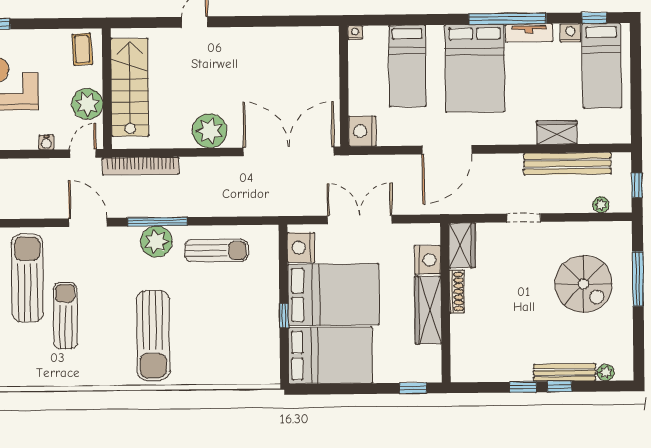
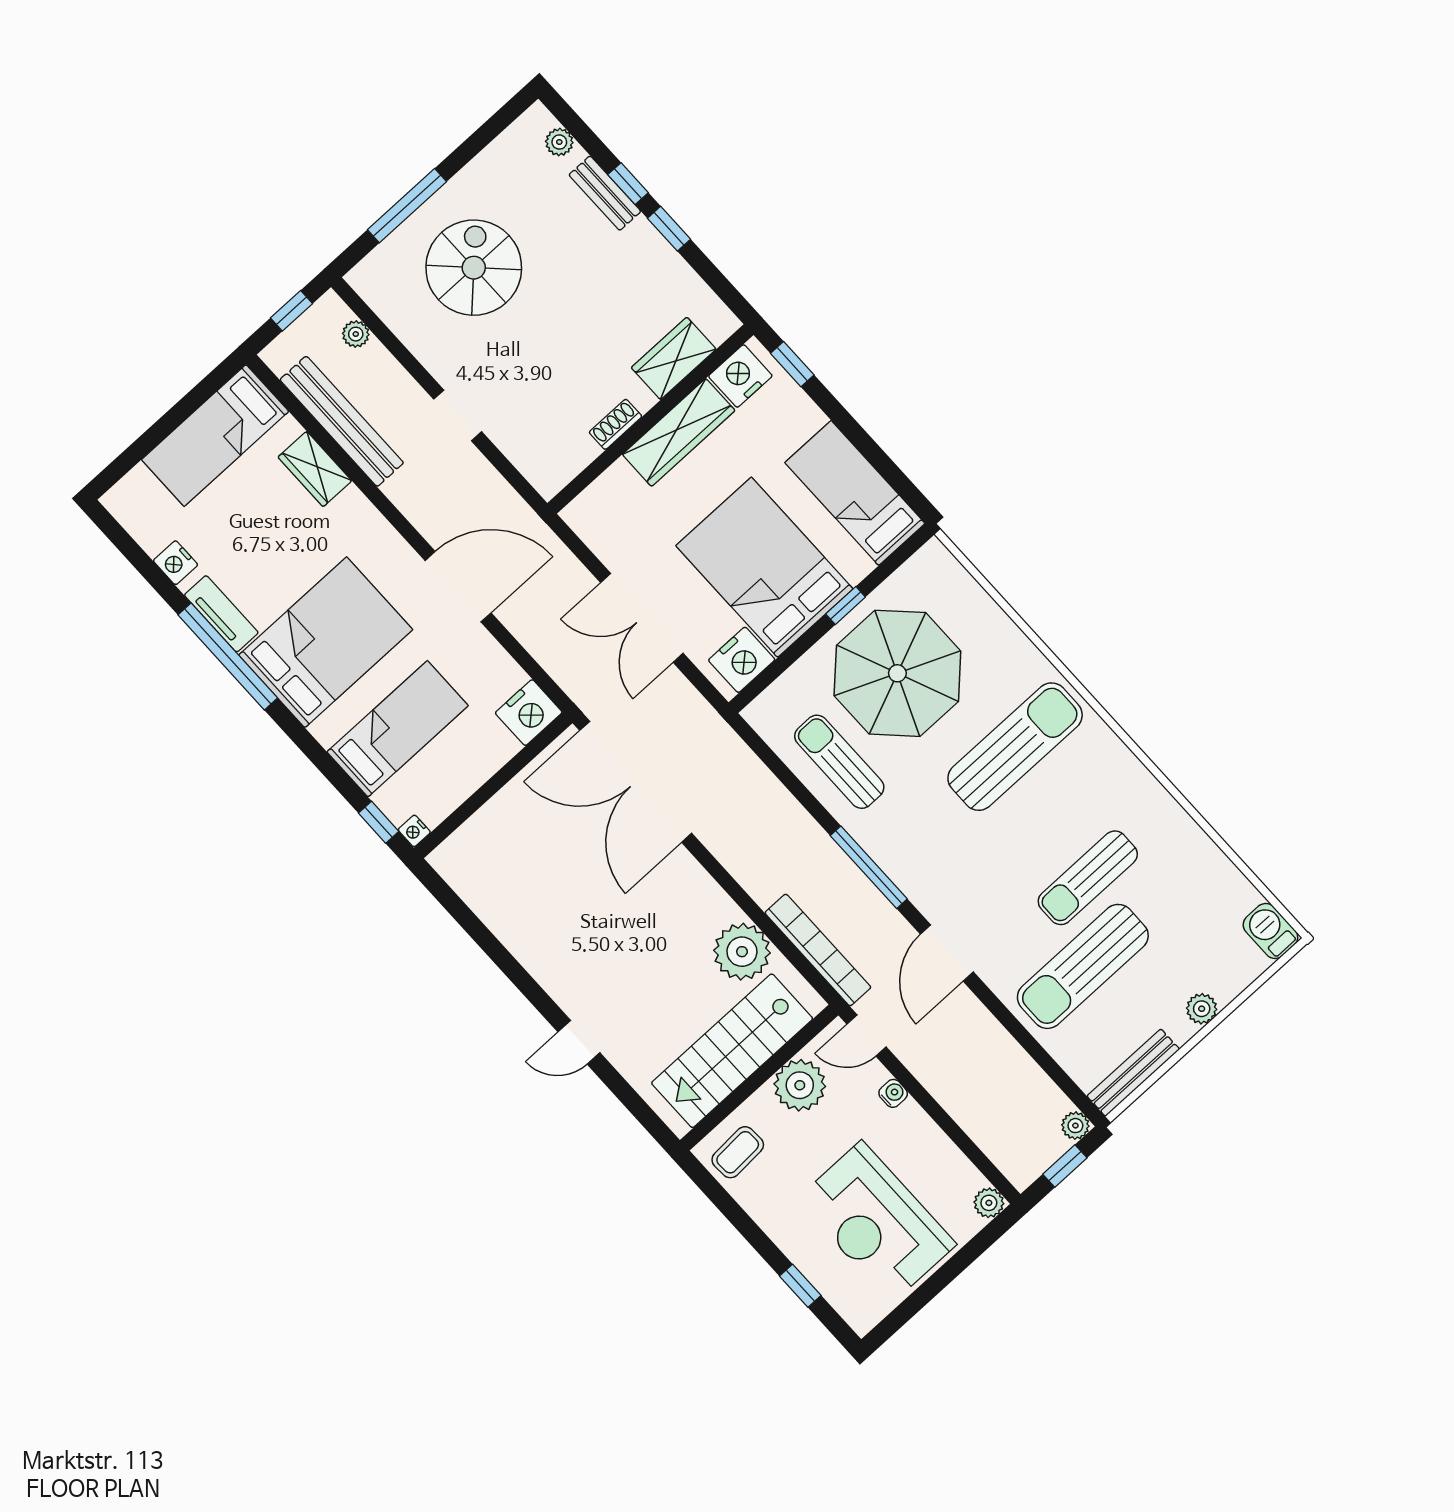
window: (594, 18) -> (379, 822), moved
bed: (602, 66) -> (215, 436), moved, turned 180
plant: (210, 131) -> (742, 952), moved
plant: (156, 242) -> (895, 846), removed
wardrobe: (462, 245) -> (674, 358), moved
nightstand: (428, 260) -> (740, 376), moved
shoe rack: (457, 291) -> (616, 424), width x0.70
parasol: (233, 312) -> (897, 673), added
bed: (330, 355) -> (855, 493), width x0.67
bench: (565, 372) -> (605, 193), width x0.73

